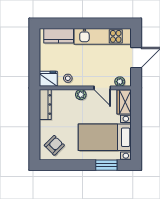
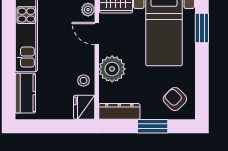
door: (102, 88) -> (97, 34), swing flipped
plant: (81, 95) -> (112, 69), width x1.87, depth x1.87
window: (34, 129) -> (153, 126), added

